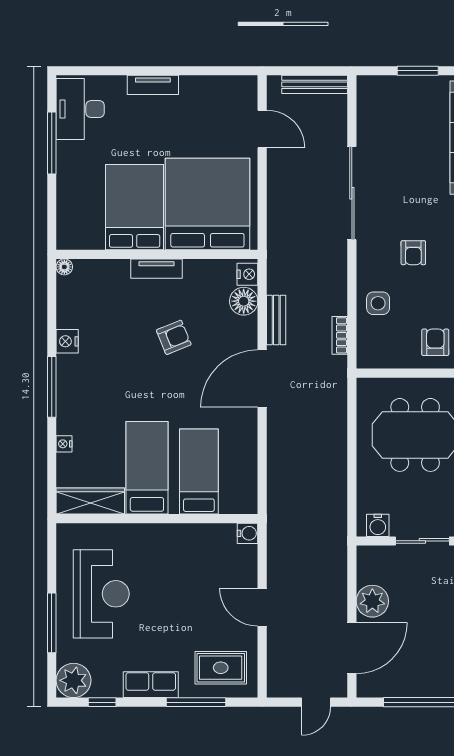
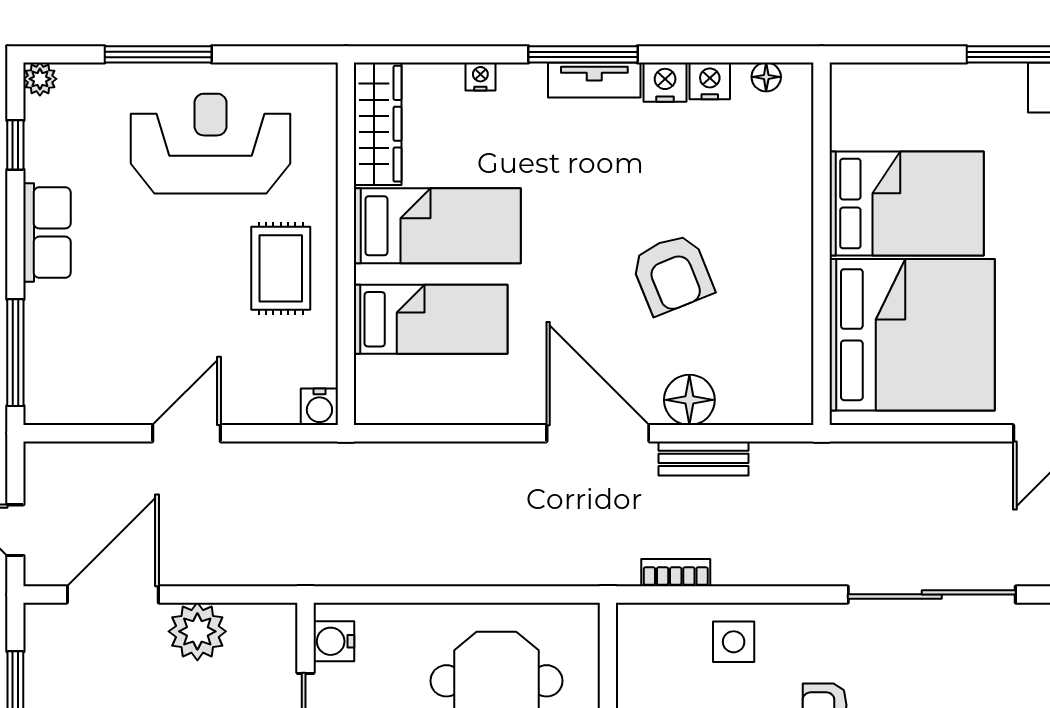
floor lamp: (64, 267) -> (766, 77), moved
tv unit: (156, 269) -> (594, 80), moved, turned -90
nightstand: (247, 274) -> (710, 81), moved, turned 180
floor lamp: (244, 301) -> (689, 400), moved
armchair: (174, 337) -> (672, 274), width x1.38, depth x1.38
reception desk: (101, 594) -> (210, 144), turned 180
door: (352, 648) -> (113, 594), swing flipped
rug: (221, 668) -> (281, 268), moved
plant: (73, 680) -> (40, 79), width x0.53, depth x0.53
window: (196, 702) -> (15, 353), moved

